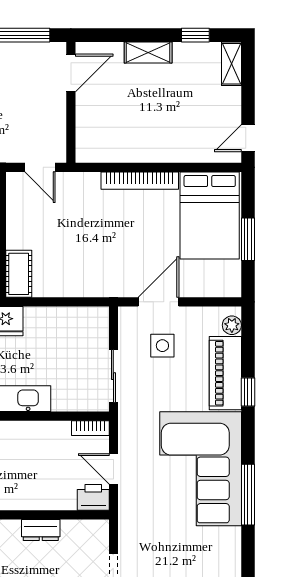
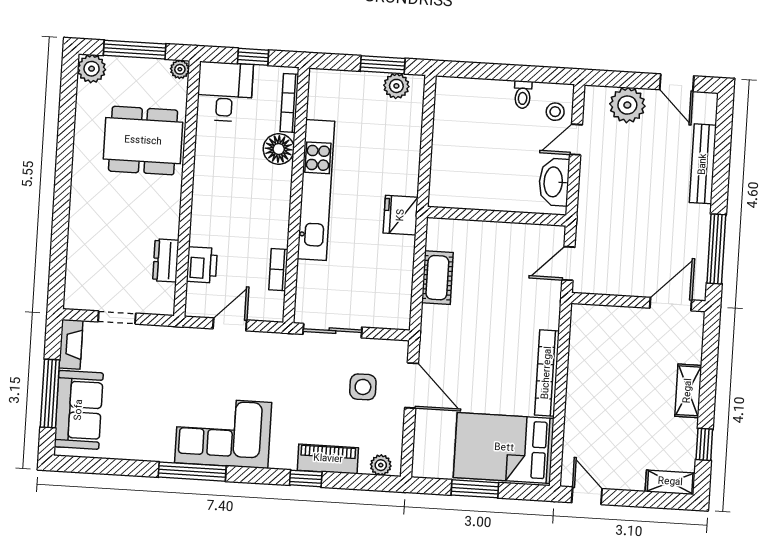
door: (71, 73) -> (671, 304), swing flipped
cot: (19, 274) -> (437, 278), moved, turned 90
piano: (225, 373) -> (328, 459), width x0.73, depth x0.75
bookcase: (90, 428) -> (278, 270), moved
corner sofa: (201, 469) -> (223, 433), width x0.73, depth x0.74
printer: (93, 497) -> (202, 265), moved
dresser: (41, 530) -> (166, 260), moved

